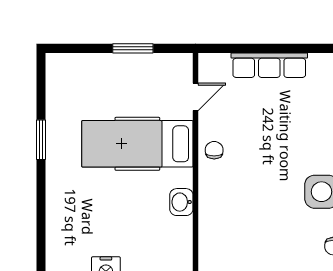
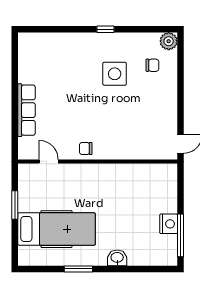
hospital bed: (137, 144) -> (56, 229), moved, turned -90
washbasin: (181, 202) -> (117, 258), moved, turned 180

